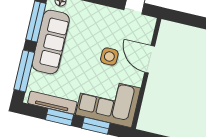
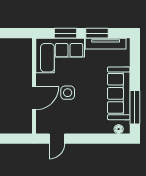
door: (150, 59) -> (34, 98), hinge flipped
window: (24, 71) -> (135, 64), removed

